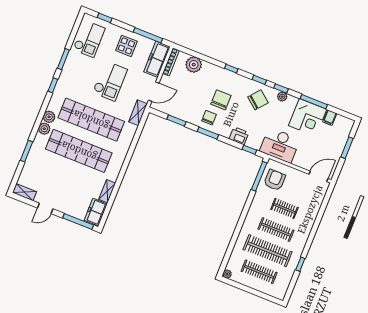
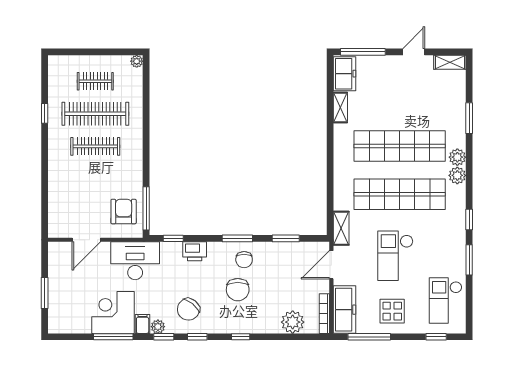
filing cabinet: (330, 118) -> (143, 324), moved
door: (319, 176) -> (86, 240), moved
armchair: (275, 180) -> (124, 212), turned 180
clothes rail: (284, 208) -> (95, 179), removed
clothes rail: (259, 272) -> (95, 81), width x0.73

